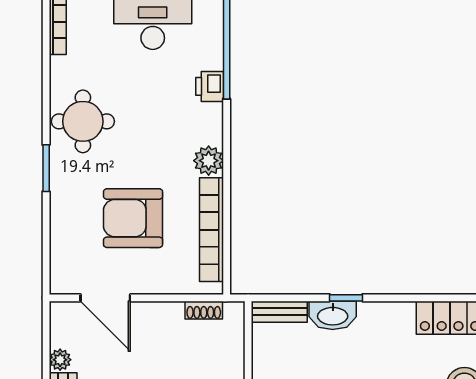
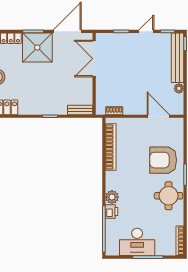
plant: (209, 161) -> (112, 197), moved
armchair: (133, 218) -> (163, 160), moved, turned 180
washbasin: (333, 315) -> (56, 108), removed

